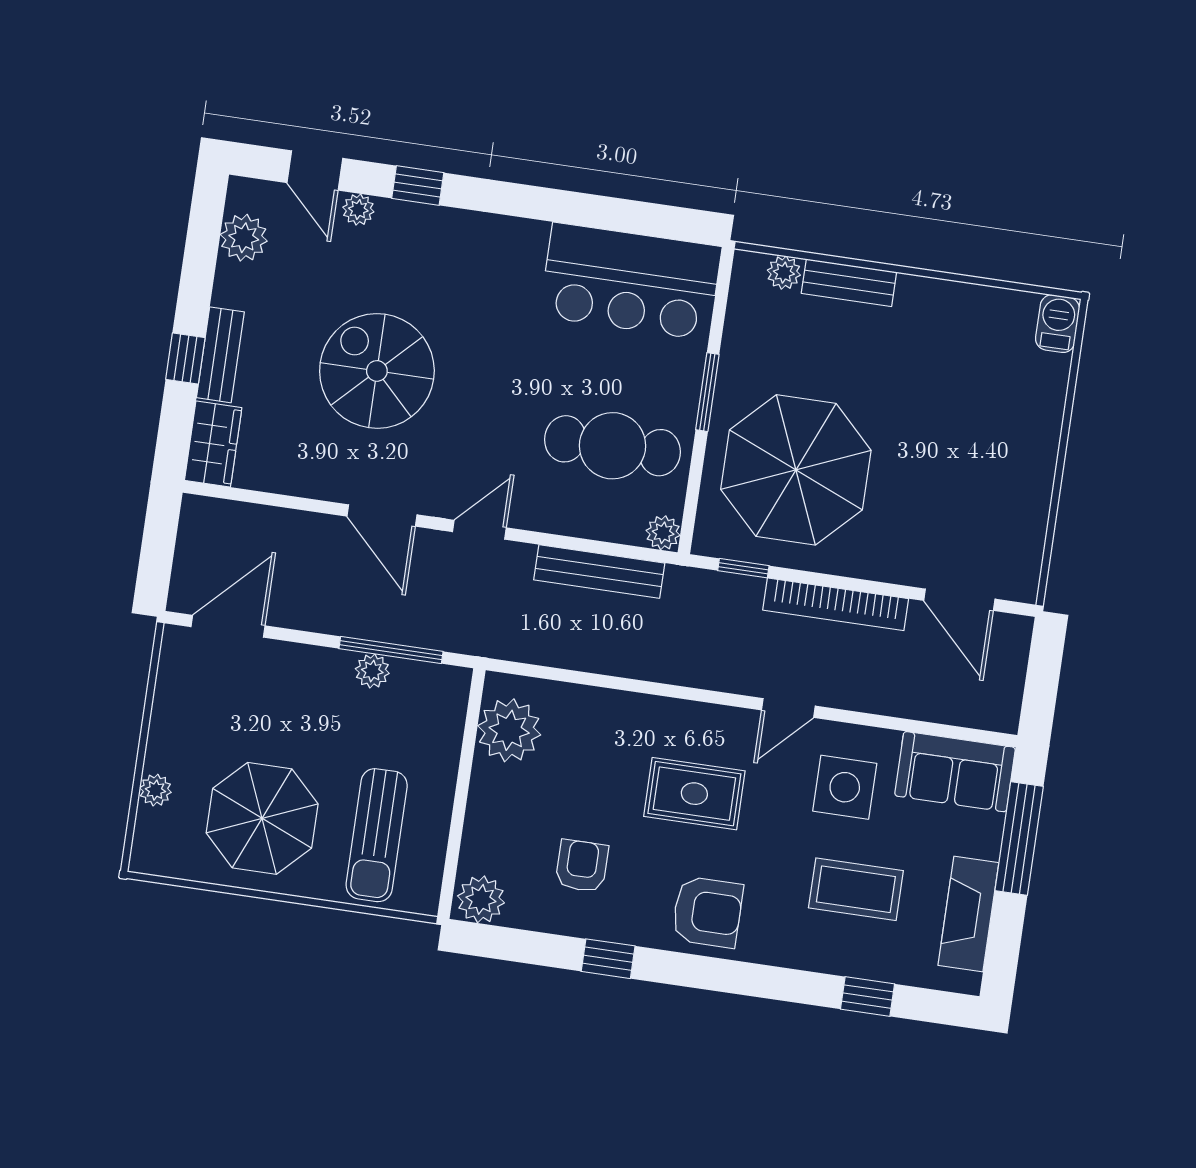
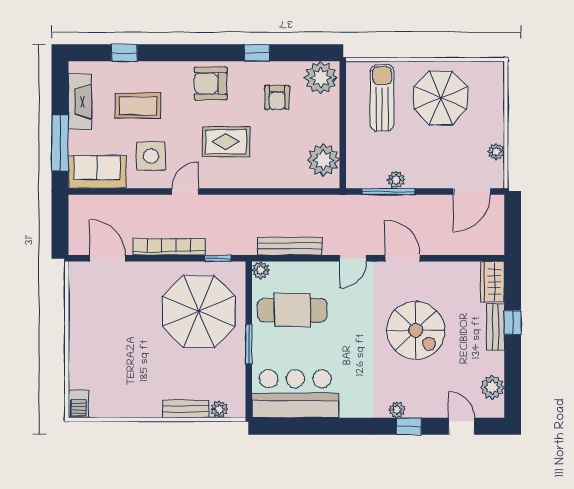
plant: (358, 210) -> (397, 410), moved
plant: (155, 790) -> (496, 152), moved
plant: (481, 899) -> (321, 78), width x1.36, depth x1.36

